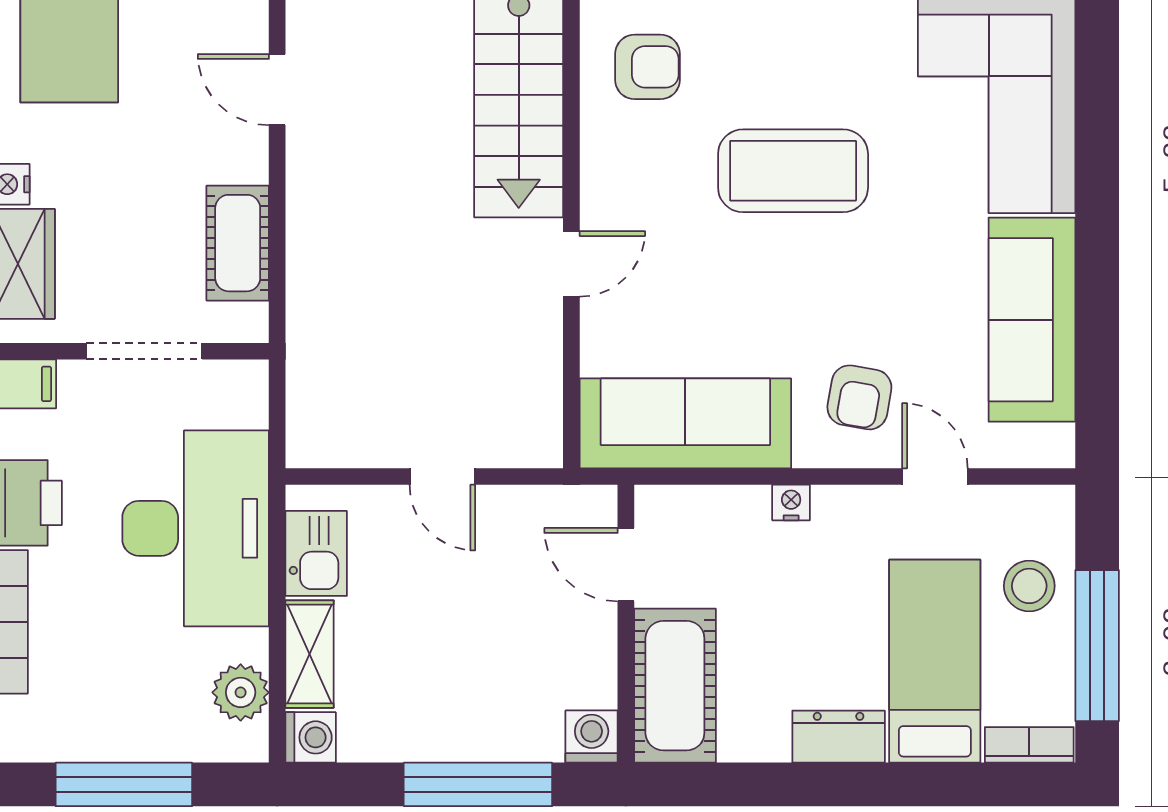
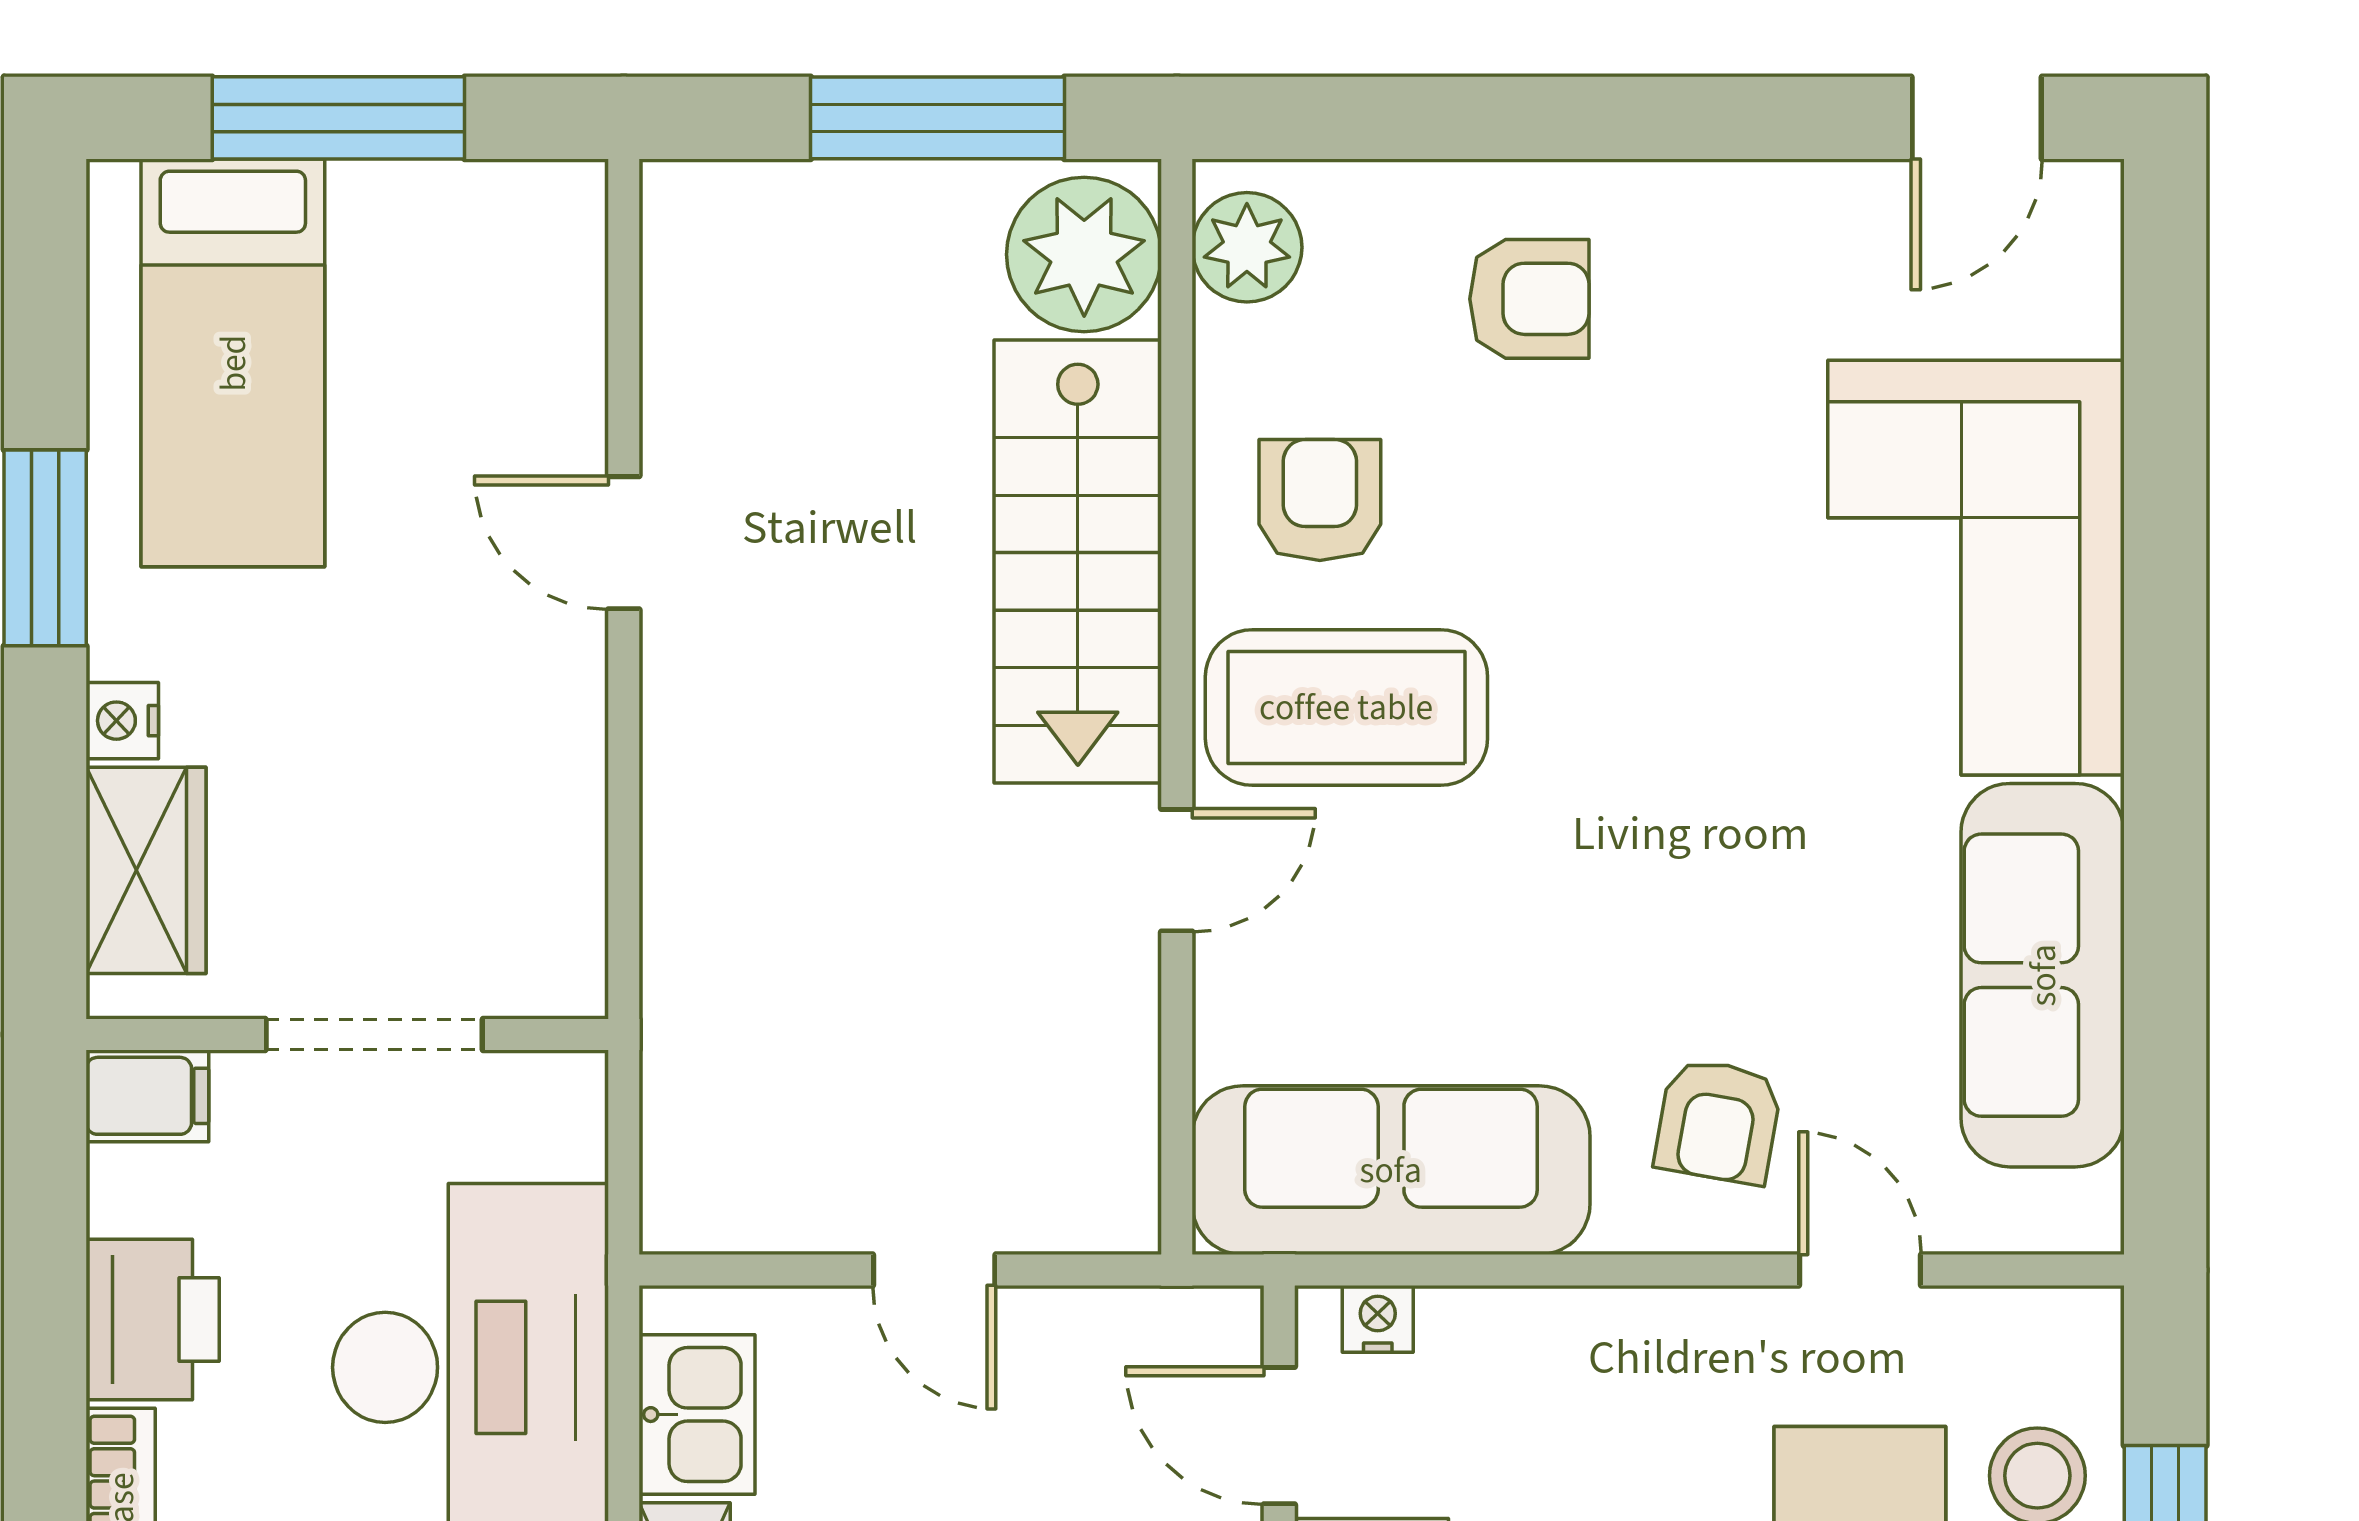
armchair: (647, 67) -> (1320, 500), turned -90
coffee table: (793, 171) -> (1346, 707), moved
cot: (238, 243) -> (550, 831), removed
nightstand: (791, 503) -> (1378, 1319), moved

